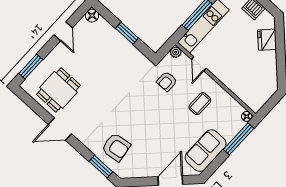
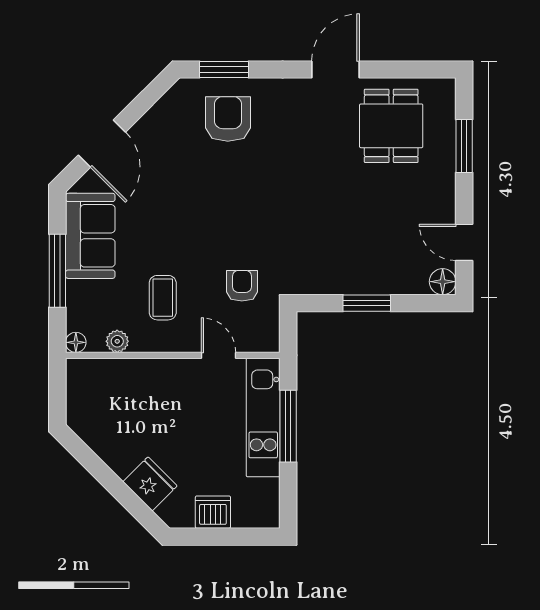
door: (63, 31) -> (464, 242), moved
plant: (176, 52) -> (117, 341), moved
window: (31, 67) -> (464, 146), moved
window: (239, 139) -> (57, 271), moved
armchair: (116, 147) -> (228, 119), turned 98

